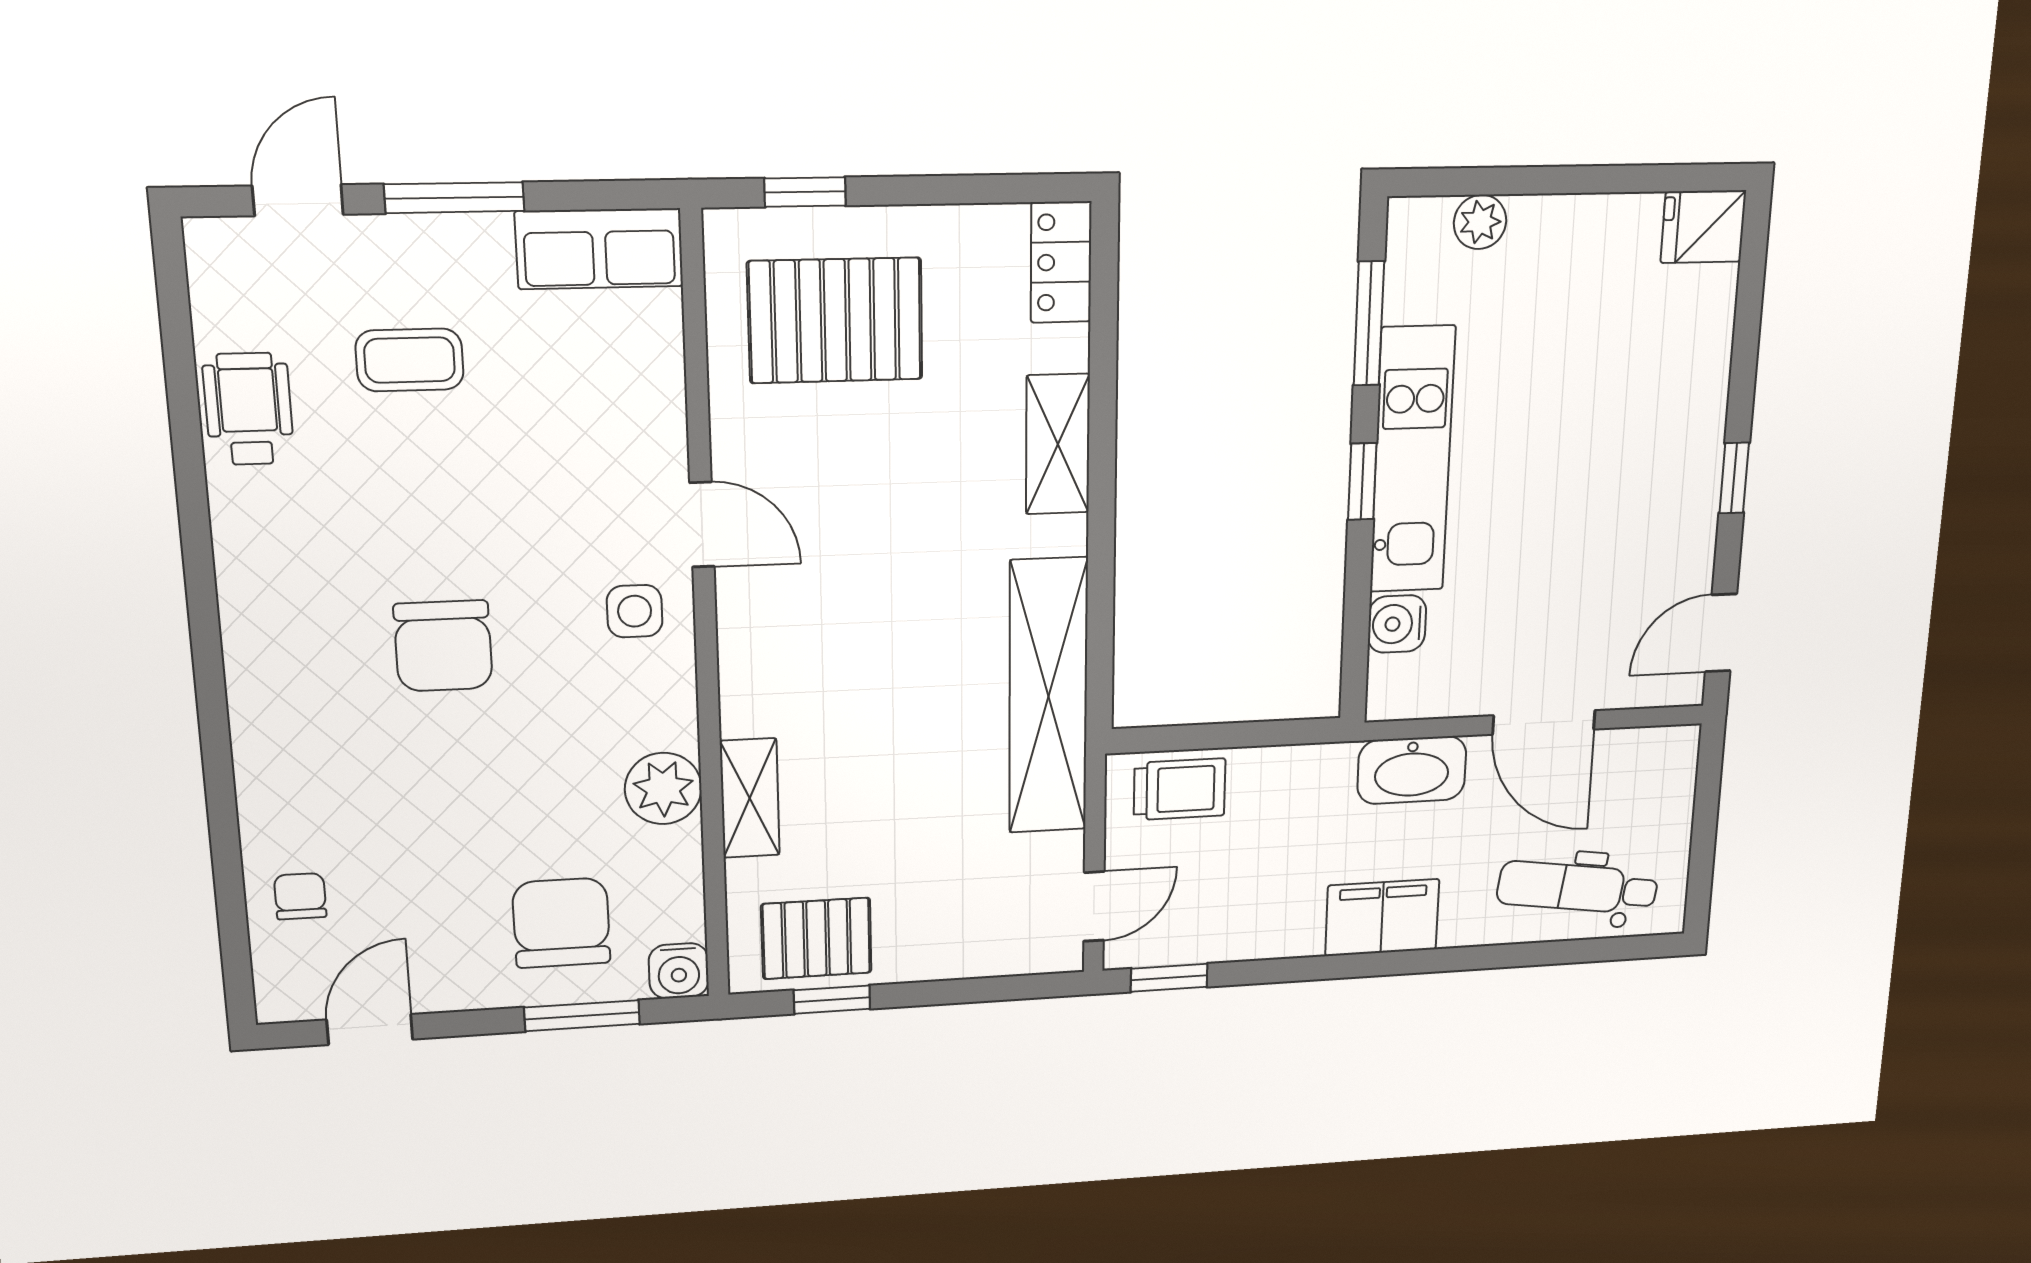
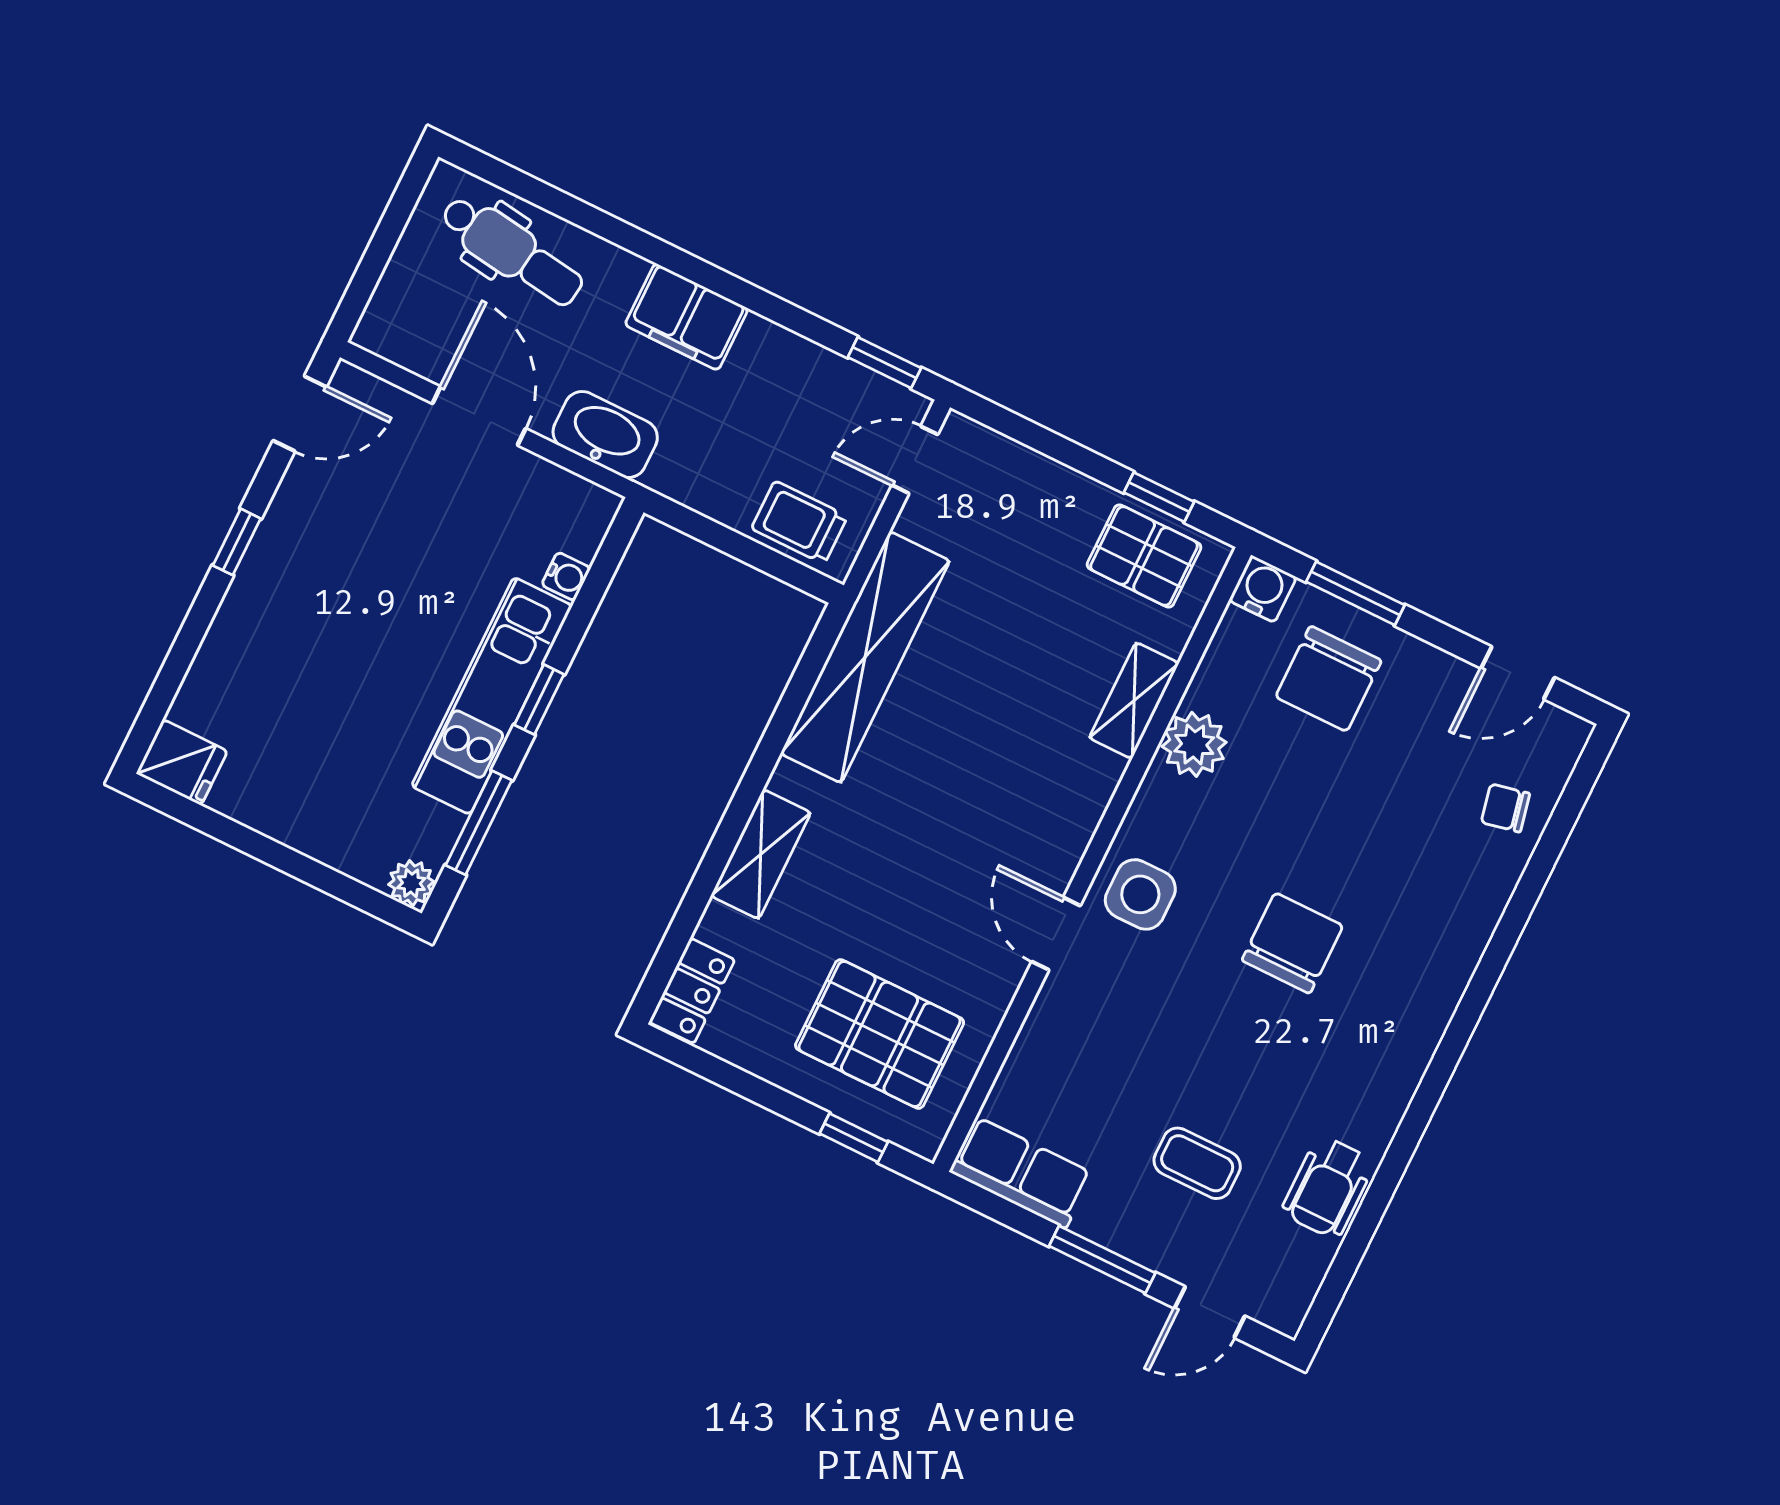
plant: (1480, 222) -> (411, 883), moved
side table: (635, 611) -> (1140, 894), width x1.37, depth x1.37
water cooler: (1397, 624) -> (566, 576), width x0.72, depth x0.72
chair: (300, 896) -> (1505, 808), turned 78

